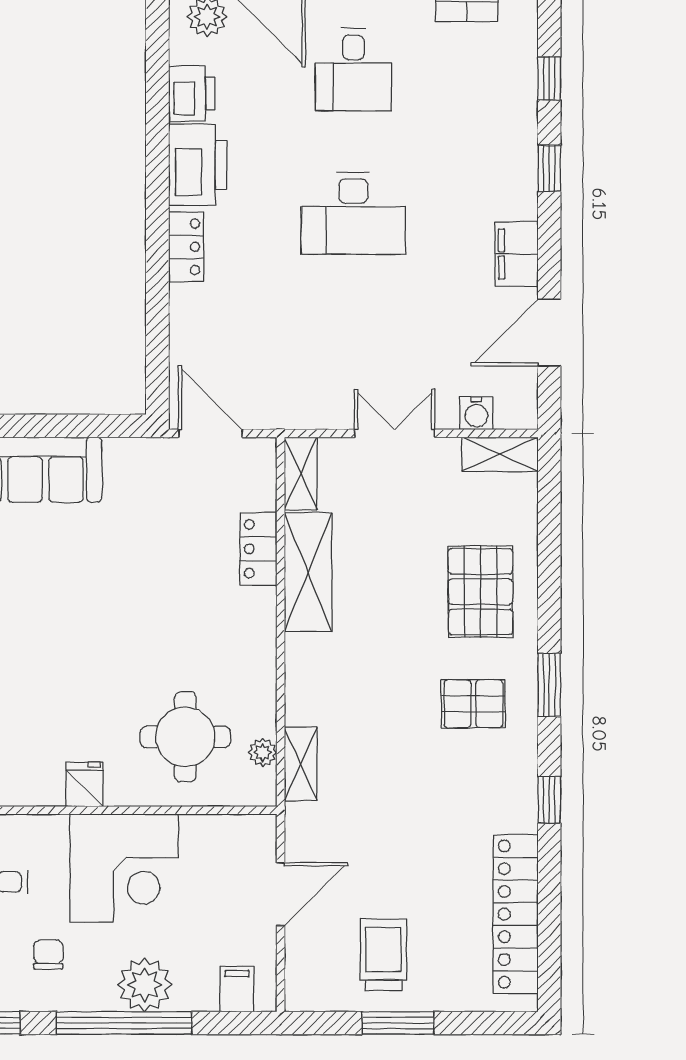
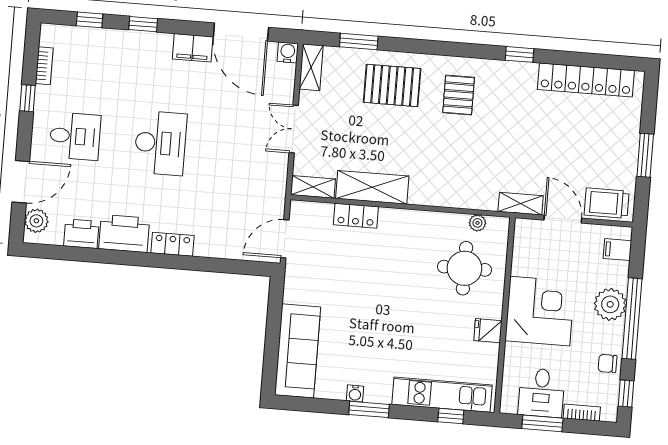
door: (549, 333) -> (241, 32), width x1.36
water cooler: (476, 413) -> (288, 52), moved, turned -90
window: (549, 685) -> (359, 42), moved
shelving: (301, 764) -> (521, 204), moved
chair: (48, 955) -> (607, 363), moved
trolley: (384, 955) -> (607, 203), moved

